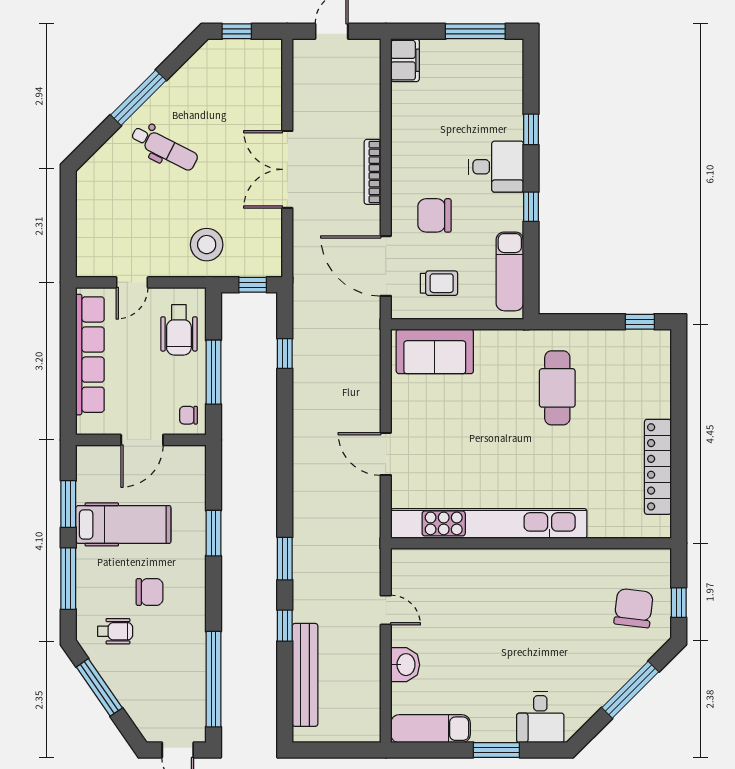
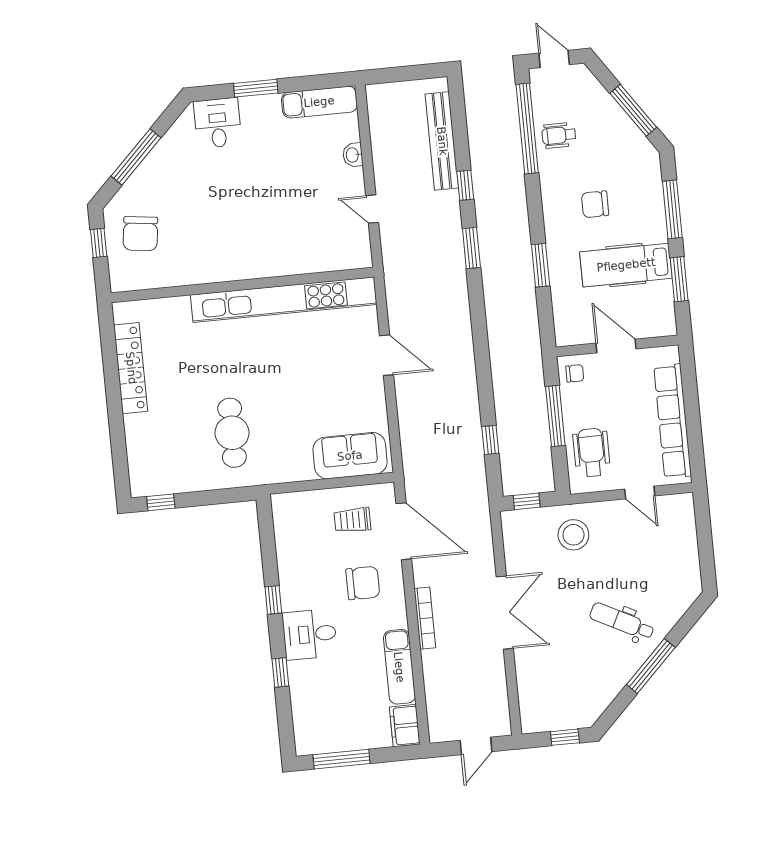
exam couch: (510, 271) -> (399, 667), moved, turned 180
door: (132, 282) -> (640, 493), swing flipped
door: (142, 440) -> (616, 346), hinge flipped
wheelchair: (115, 631) -> (559, 135), moved
washbasin: (405, 665) -> (353, 155), width x0.72, depth x0.69

